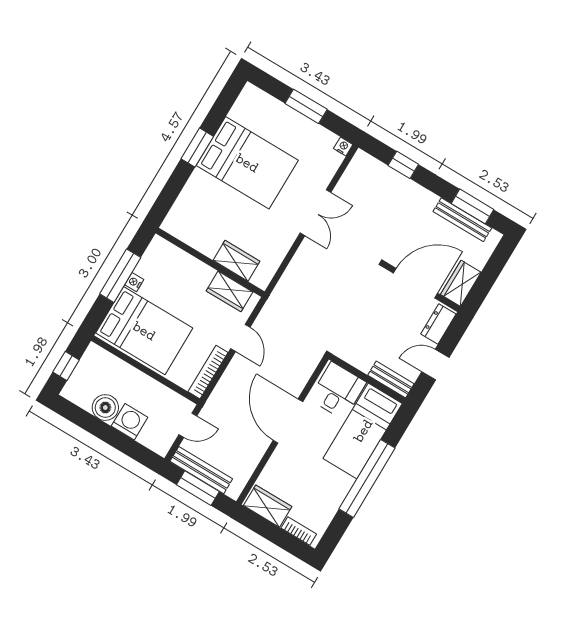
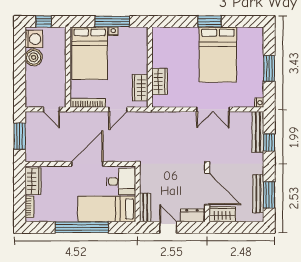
washing machine: (130, 422) -> (34, 39), moved
bench: (201, 470) -> (258, 132), moved

